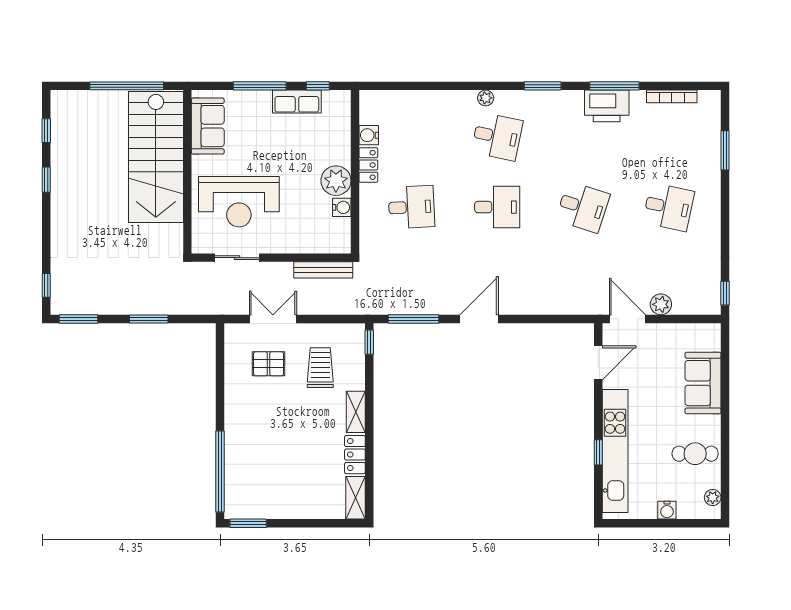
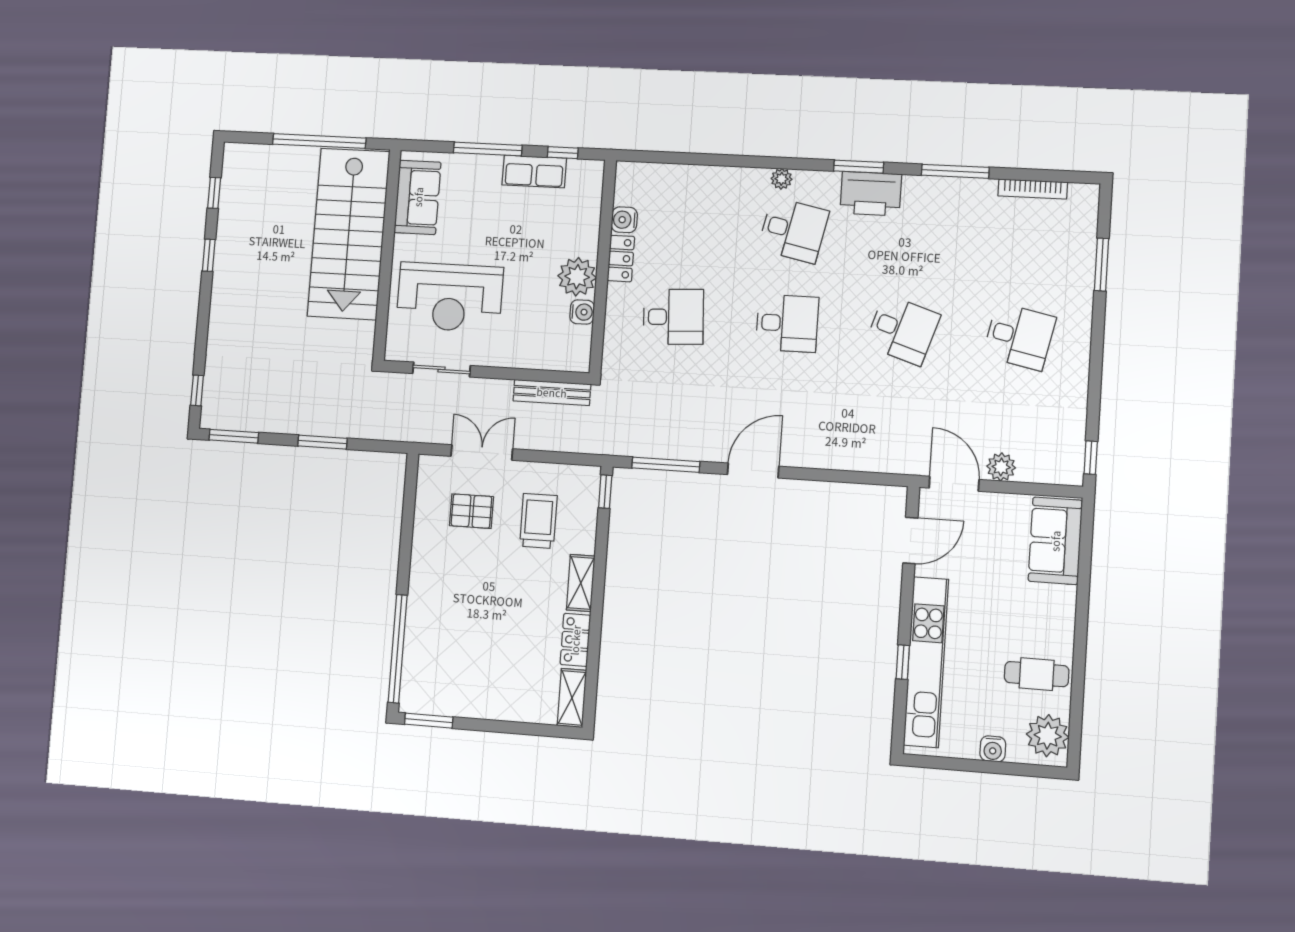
printer: (607, 106) -> (871, 194), moved
sofa: (703, 383) -> (1055, 541), moved
plant: (713, 497) -> (1048, 736), width x1.87, depth x1.87

